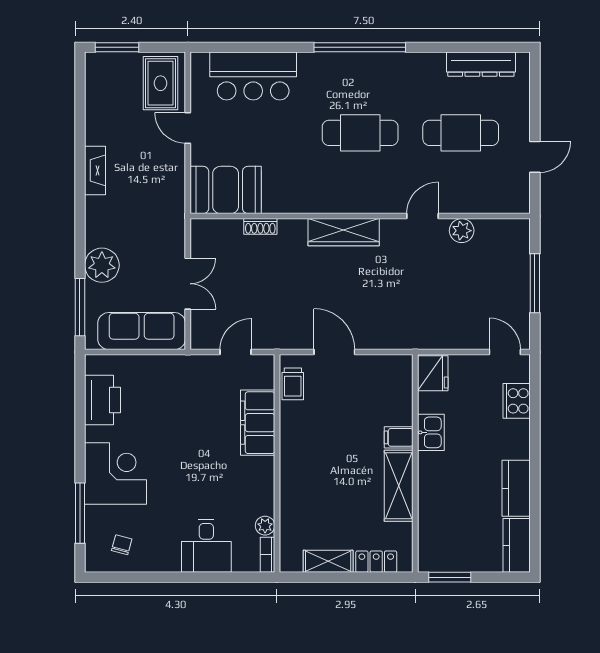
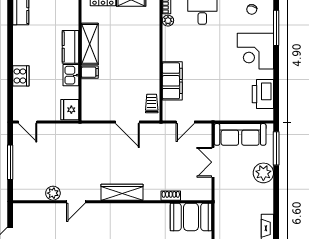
cooker: (517, 401) -> (21, 76), moved
kitchen counter: (516, 488) -> (70, 47), moved, turned 180

